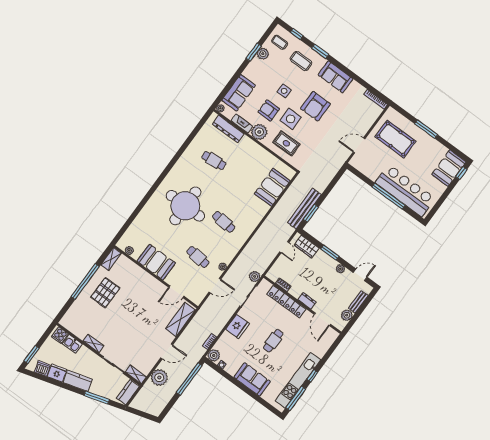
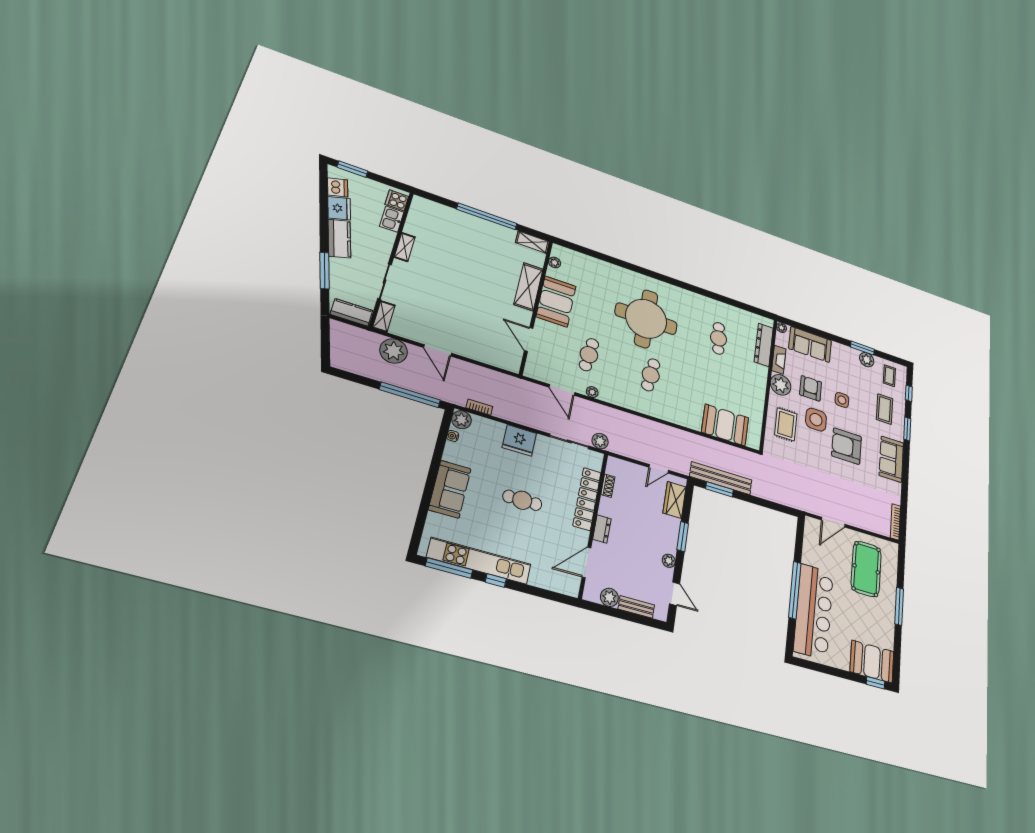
door: (359, 145) -> (833, 522), swing flipped
pallet: (105, 293) -> (484, 246), removed
shelving: (180, 319) -> (528, 287), moved, turned 90

